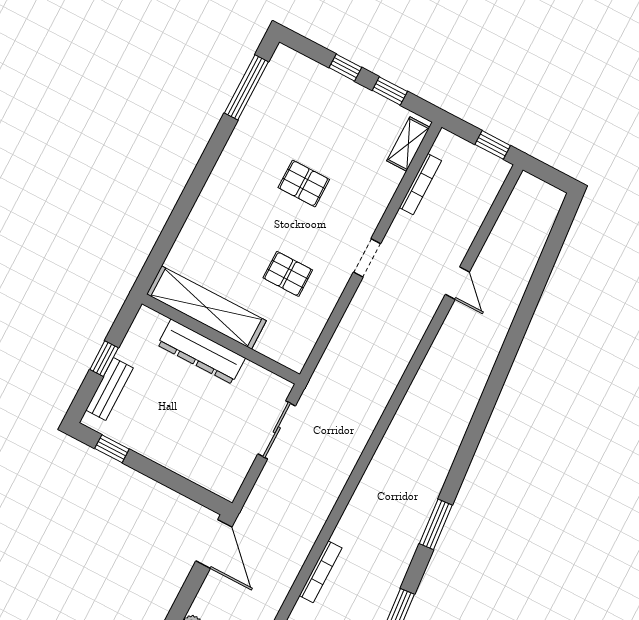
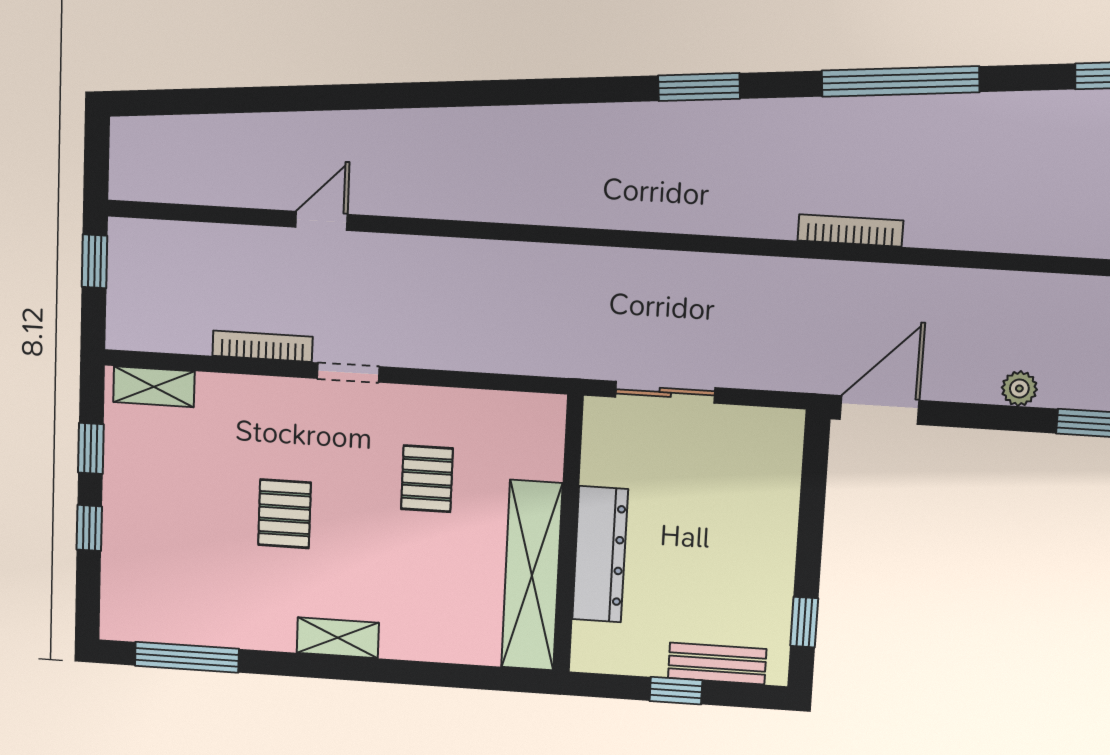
shelving: (219, 180) -> (338, 638), added
bookcase: (420, 184) -> (263, 346), moved

